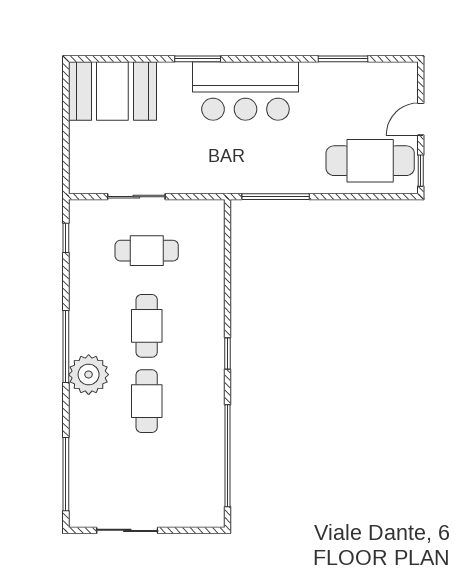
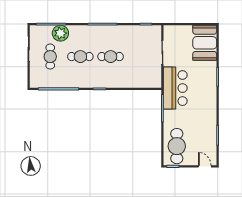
bar counter: (245, 91) -> (175, 88), moved, turned 180
door: (421, 119) -> (205, 166), moved
cafe table: (147, 251) -> (50, 57), moved
plant: (89, 375) -> (60, 33), moved

